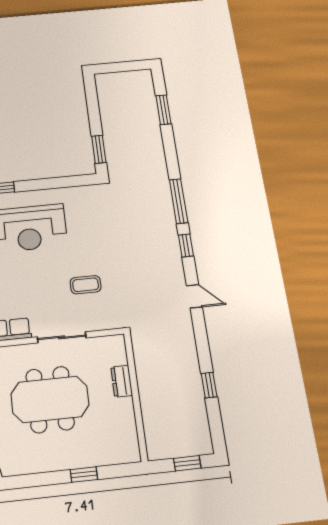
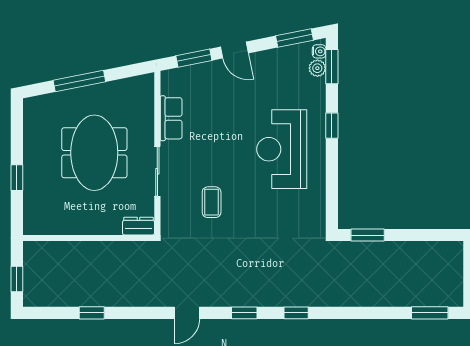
window: (163, 110) -> (430, 313), moved
window: (179, 201) -> (296, 313), width x0.46
dresser: (122, 381) -> (138, 226), moved

